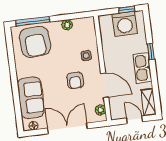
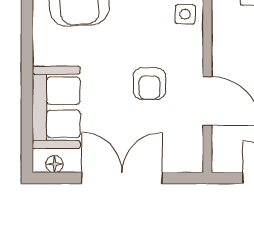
side table: (86, 56) -> (185, 14), moved
plant: (101, 110) -> (193, 150), removed

